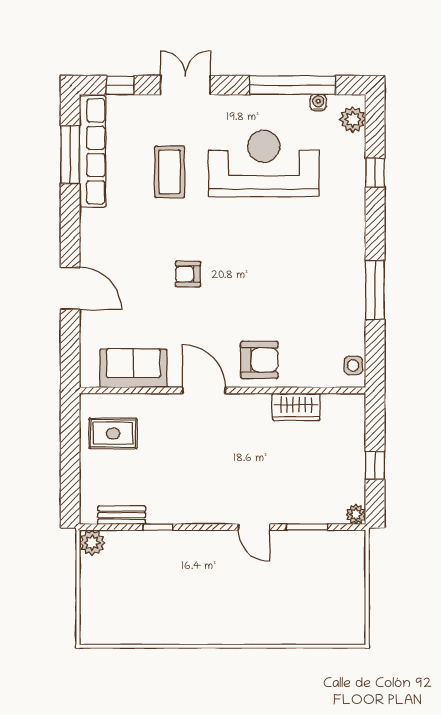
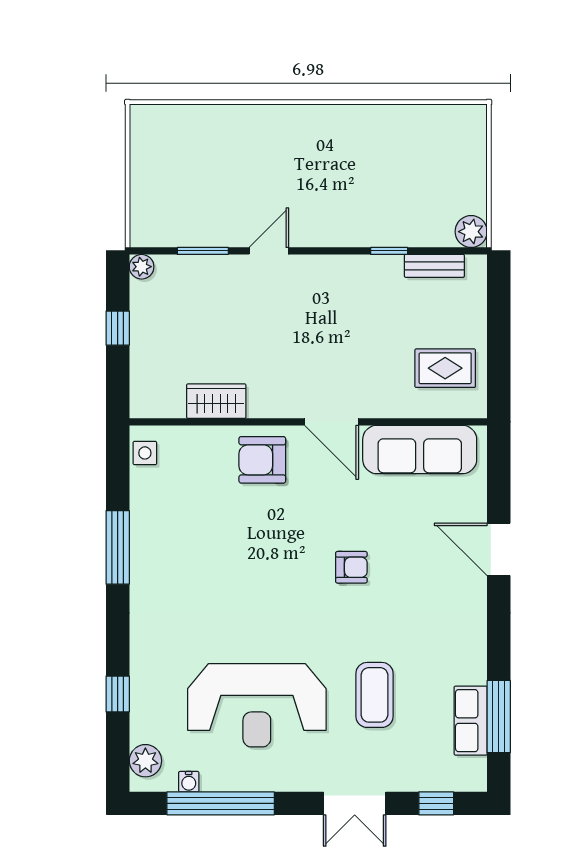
row of seats: (93, 151) -> (471, 721), width x0.50
sofa: (133, 368) -> (420, 449), width x1.36
door: (254, 527) -> (269, 251), hinge flipped

